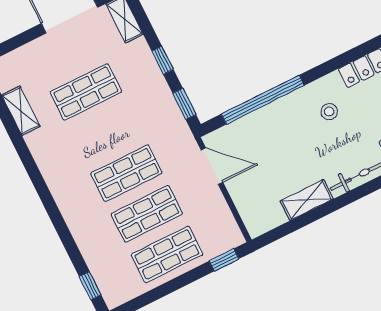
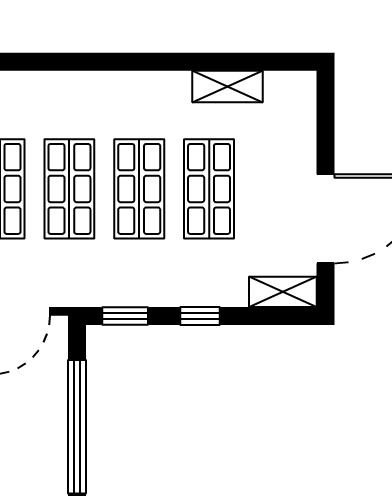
shop shelf: (106, 133) -> (139, 189), added

